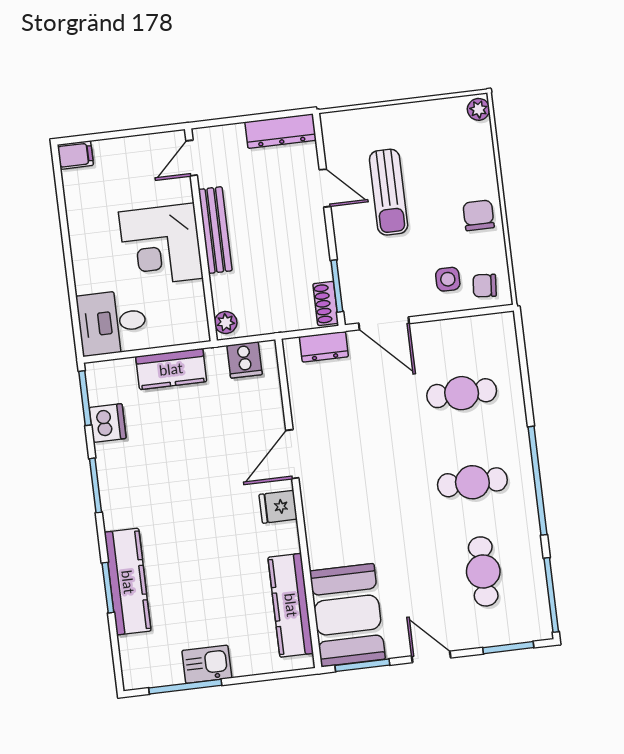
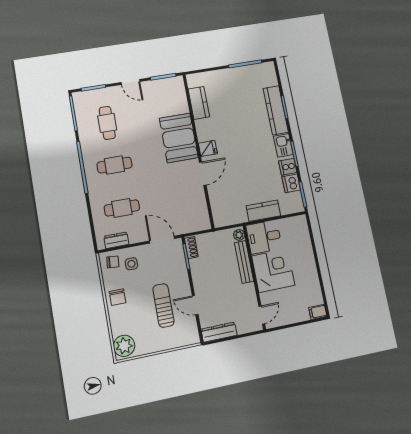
plant: (478, 109) -> (124, 346), width x1.88, depth x1.88
bench: (215, 230) -> (244, 262), moved
desk: (112, 322) -> (264, 237), moved, turned 180
dresser: (324, 347) -> (116, 240), moved
cooker: (245, 360) -> (288, 167), moved, turned -90
kitchen counter: (291, 605) -> (199, 103), width x0.67
booth: (347, 615) -> (179, 138), moved
kitchen sink: (207, 664) -> (283, 145), moved, turned 90

